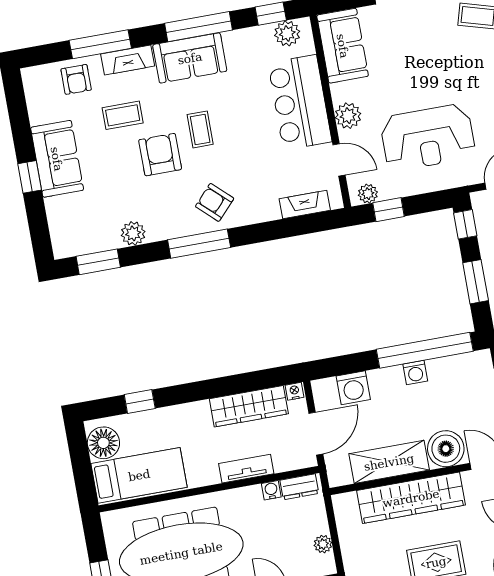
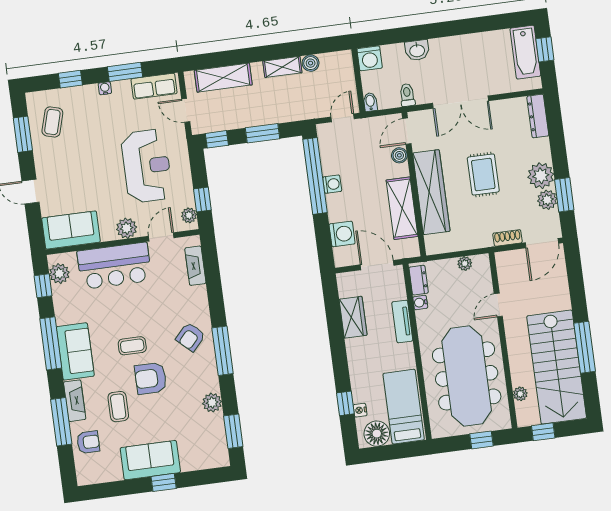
nightstand: (295, 391) -> (360, 410), moved
wardrobe: (249, 406) -> (353, 317), width x0.67
boiler: (446, 449) -> (399, 155), width x0.54, depth x0.54

